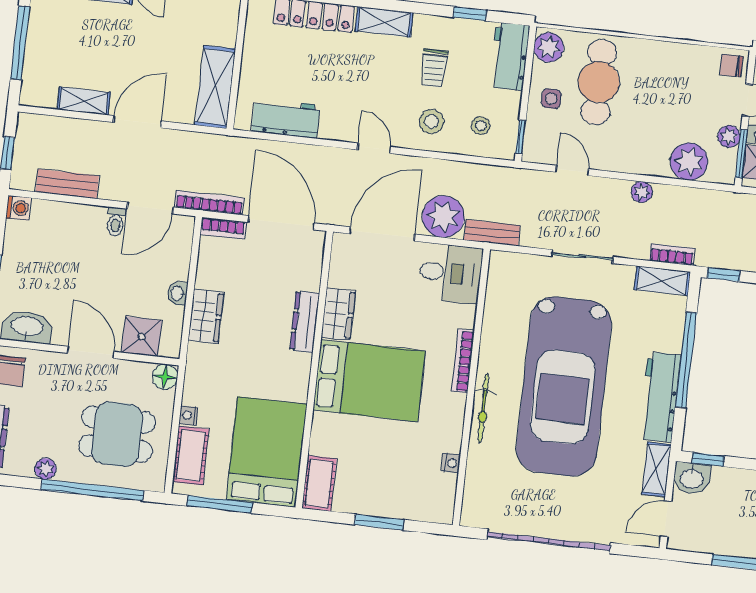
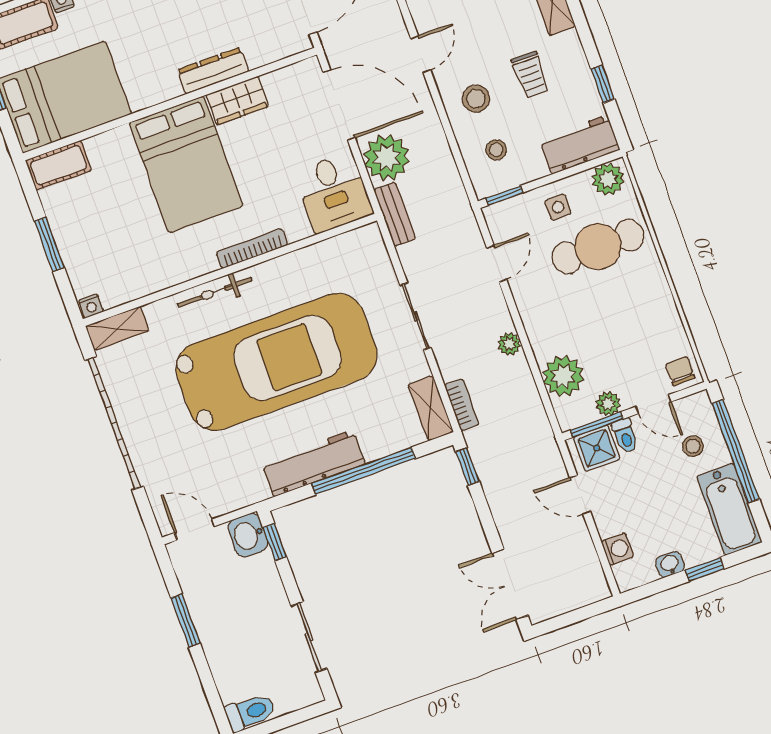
trolley: (434, 68) -> (530, 75), turned -90
car: (564, 386) -> (276, 362), turned 180
nightstand: (451, 463) -> (91, 306), moved
shelving: (656, 469) -> (117, 328), moved

